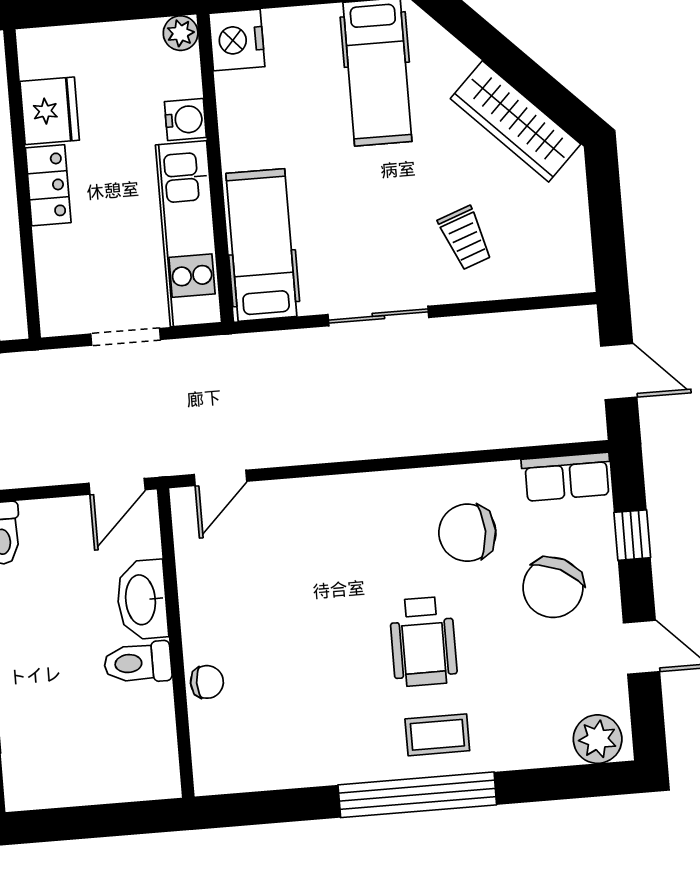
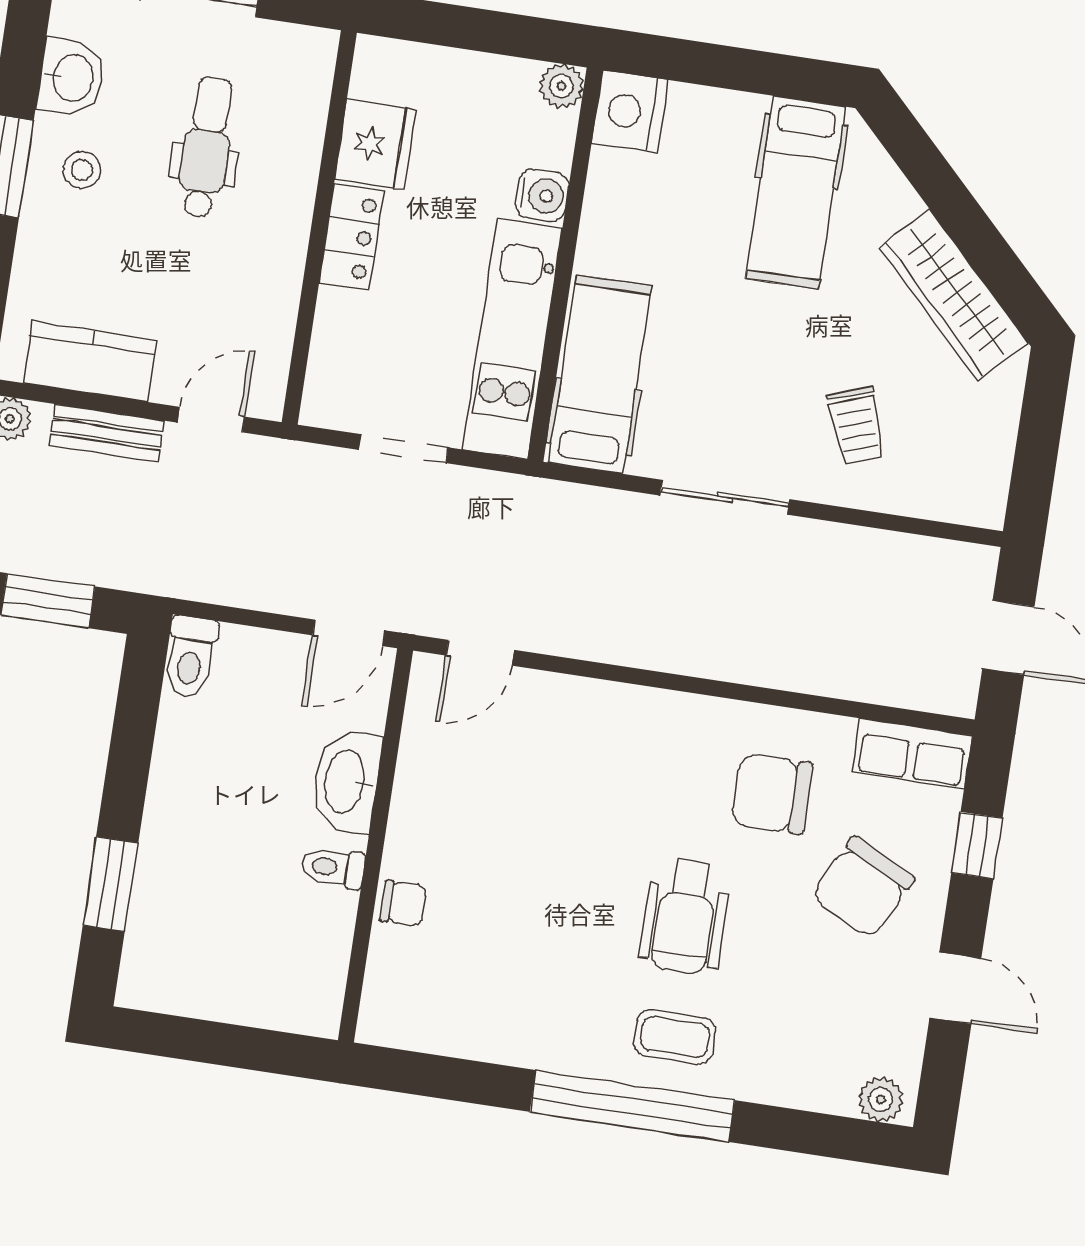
toilet: (138, 663) -> (333, 868), width x0.73, depth x0.72
plant: (598, 739) -> (881, 1099), width x0.73, depth x0.73

